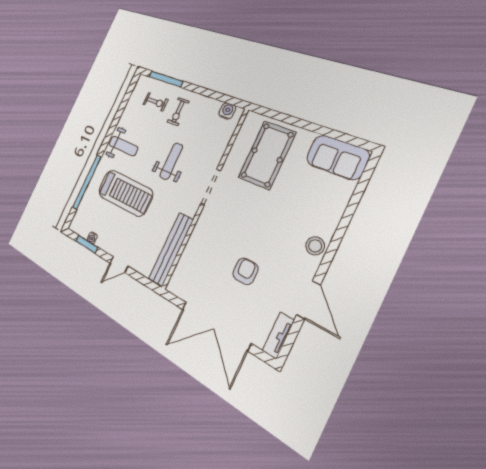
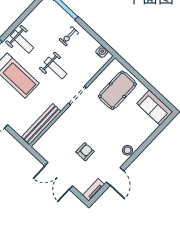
exercise bike: (156, 102) -> (54, 21), removed
weight bench: (171, 161) -> (55, 68), turned 90
double door: (215, 326) -> (59, 176), width x0.73

